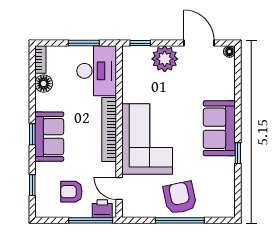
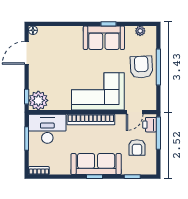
plant: (165, 59) -> (38, 100), moved
floor lamp: (44, 84) -> (57, 168), removed
sofa: (219, 128) -> (104, 38), moved
sofa: (49, 137) -> (96, 164), width x1.36
plant: (229, 196) -> (140, 31), added
armchair: (180, 198) -> (141, 67), turned 99

